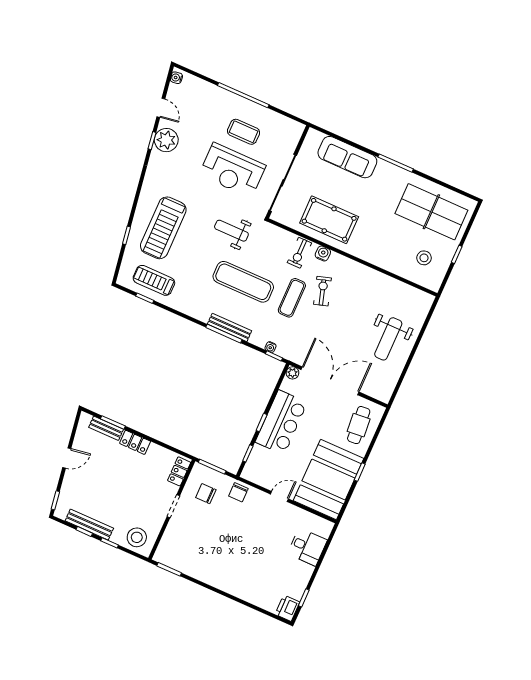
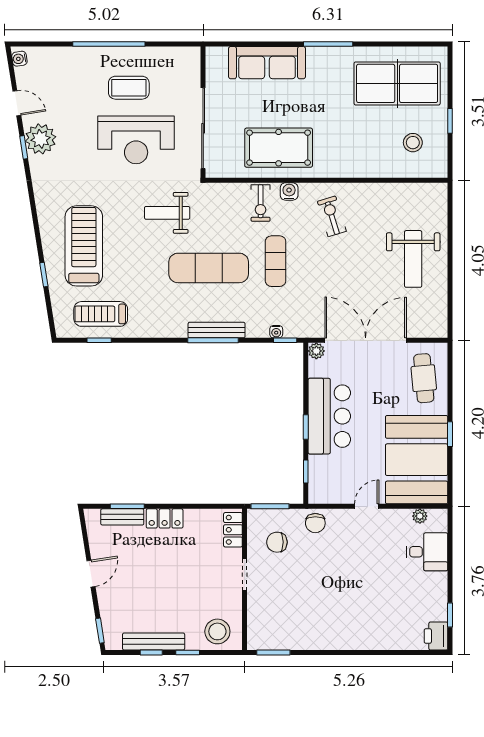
treadmill: (163, 228) -> (84, 246), turned 180
exercise bike: (322, 291) -> (332, 216), moved
plant: (313, 520) -> (420, 516), added

